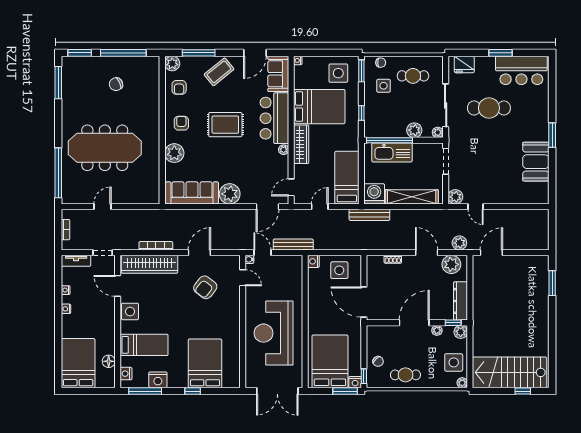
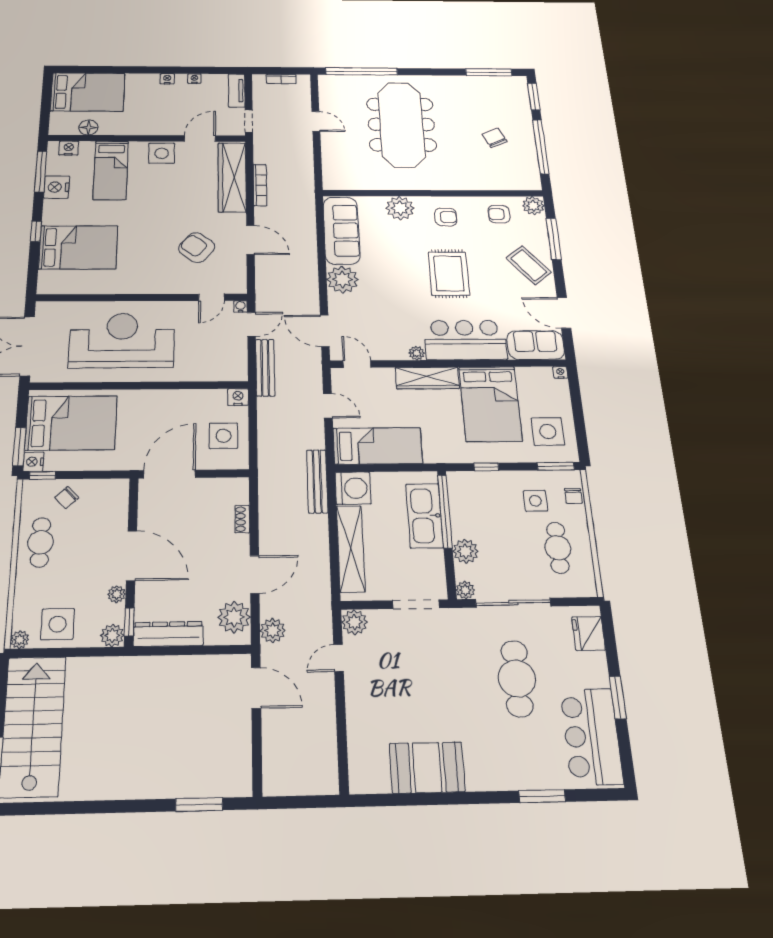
window: (552, 135) -> (542, 796), moved

